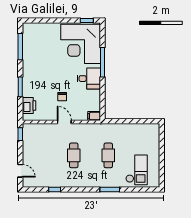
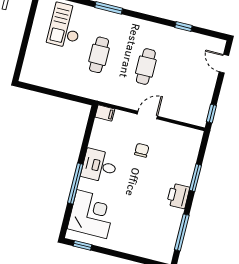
corner desk: (81, 44) -> (92, 214), width x0.74, depth x0.74
printer: (29, 105) -> (178, 196), moved
door: (64, 122) -> (147, 115), swing flipped

